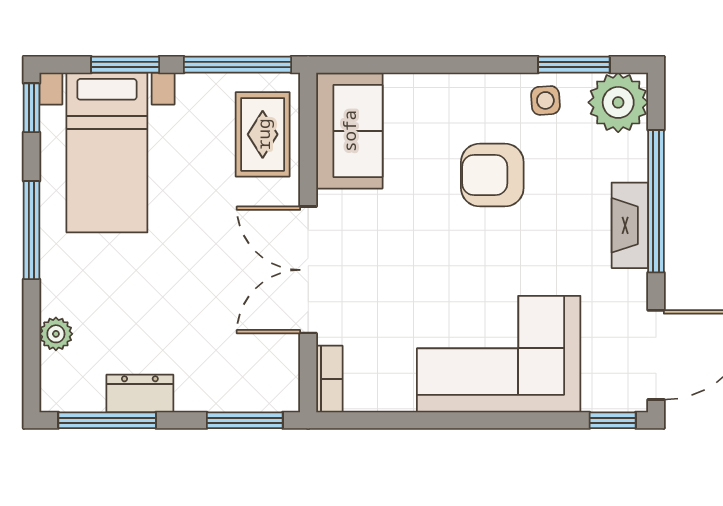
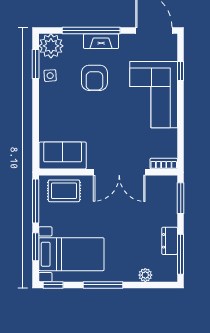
armchair: (492, 175) -> (94, 78), moved
window: (613, 420) -> (181, 71), moved

